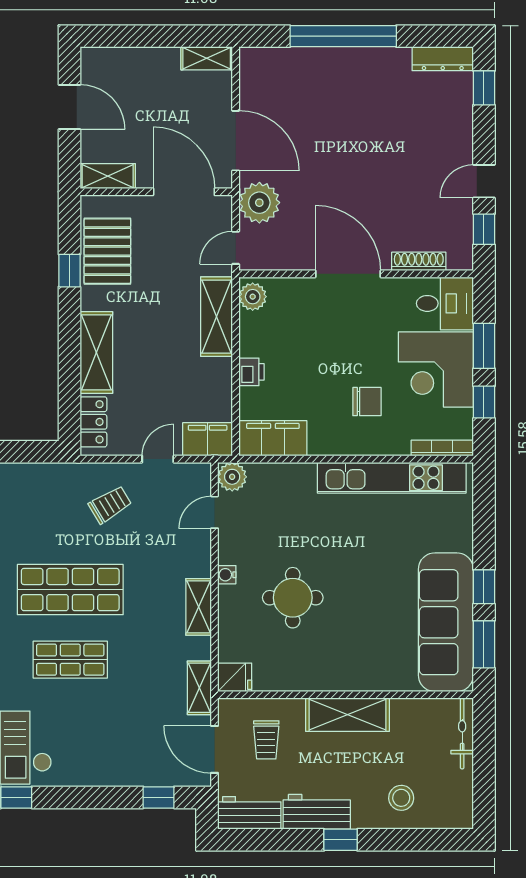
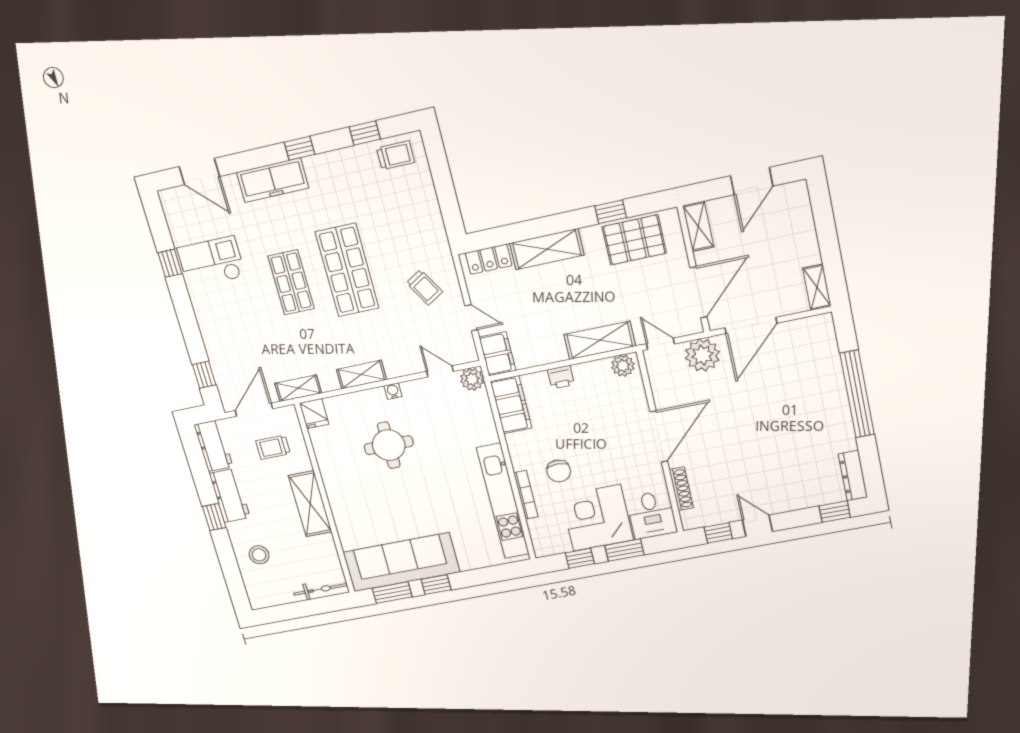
bookcase: (442, 448) -> (526, 495), moved

